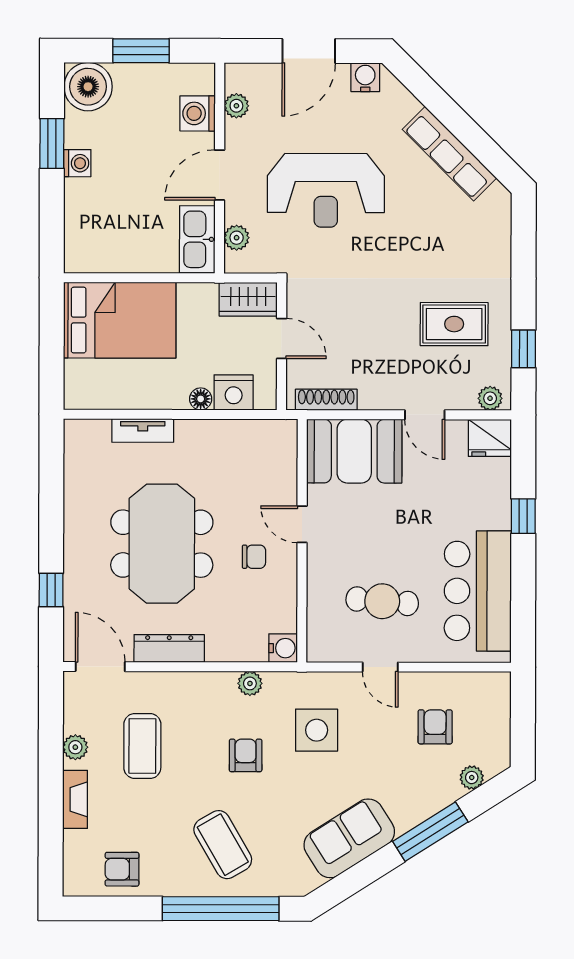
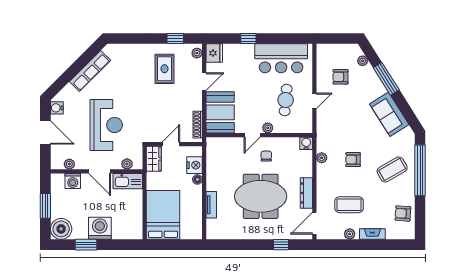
washing machine: (77, 163) -> (100, 228), width x1.89, depth x1.89
plant: (318, 560) -> (268, 128), added
side table: (317, 730) -> (342, 129), removed
armchair: (122, 869) -> (403, 213), turned 94

